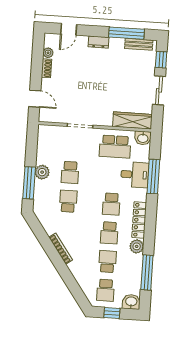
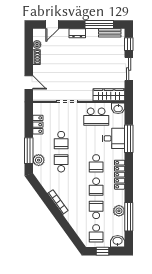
locker: (43, 152) -> (38, 125), added
plant: (42, 172) -> (39, 160), moved
plant: (137, 246) -> (119, 211), moved

